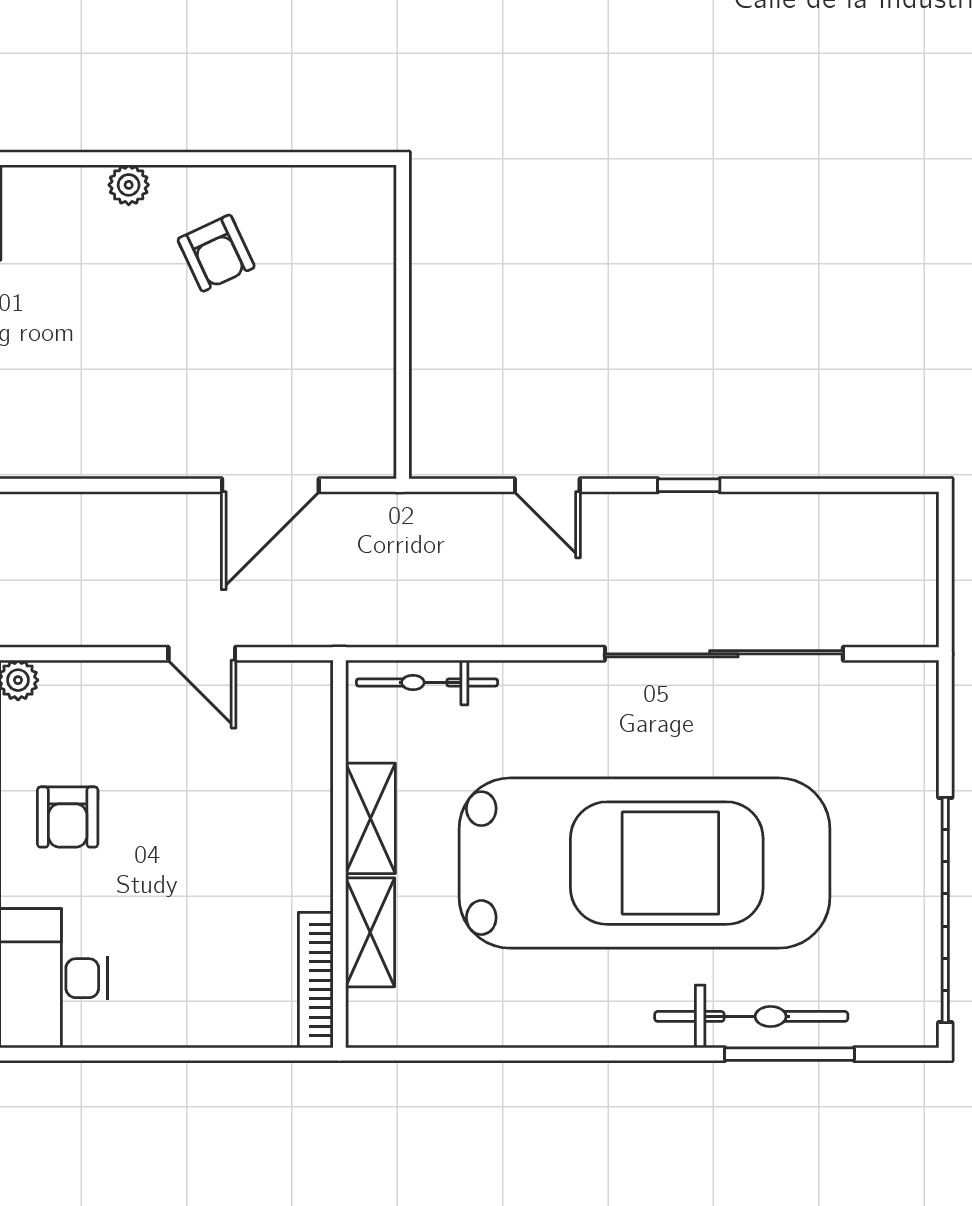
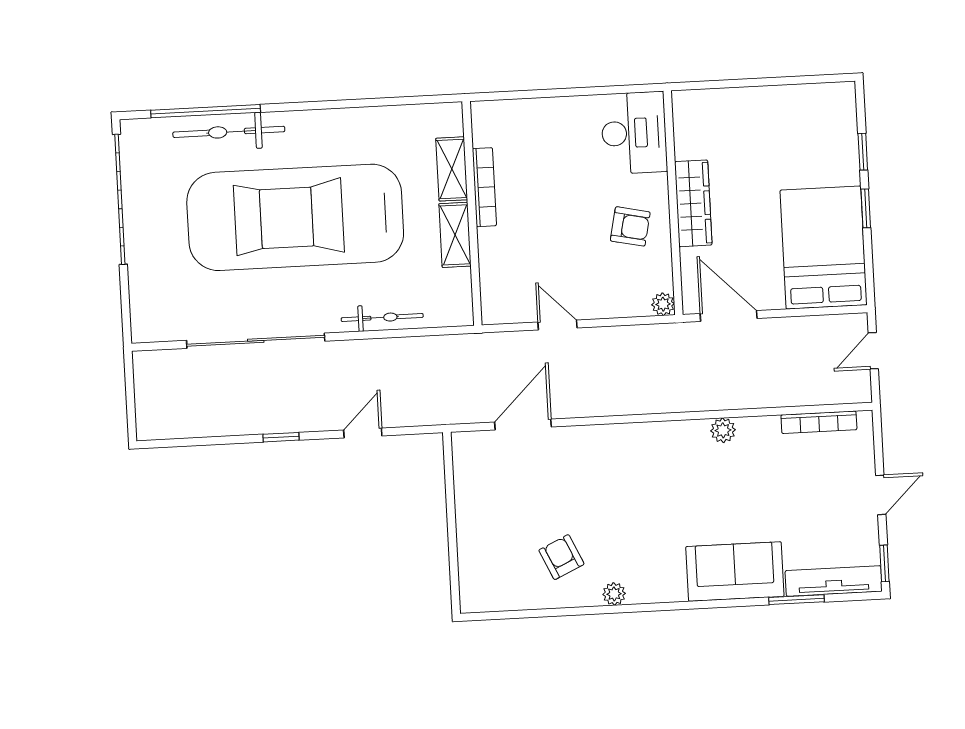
door: (547, 485) -> (363, 433), hinge flipped
bicycle: (427, 682) -> (382, 318), moved
armchair: (68, 817) -> (630, 226), turned 102
bookcase: (316, 980) -> (484, 187), moved
window: (789, 1054) -> (206, 111), width x1.46

